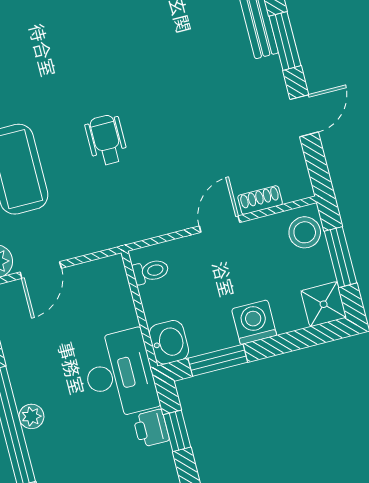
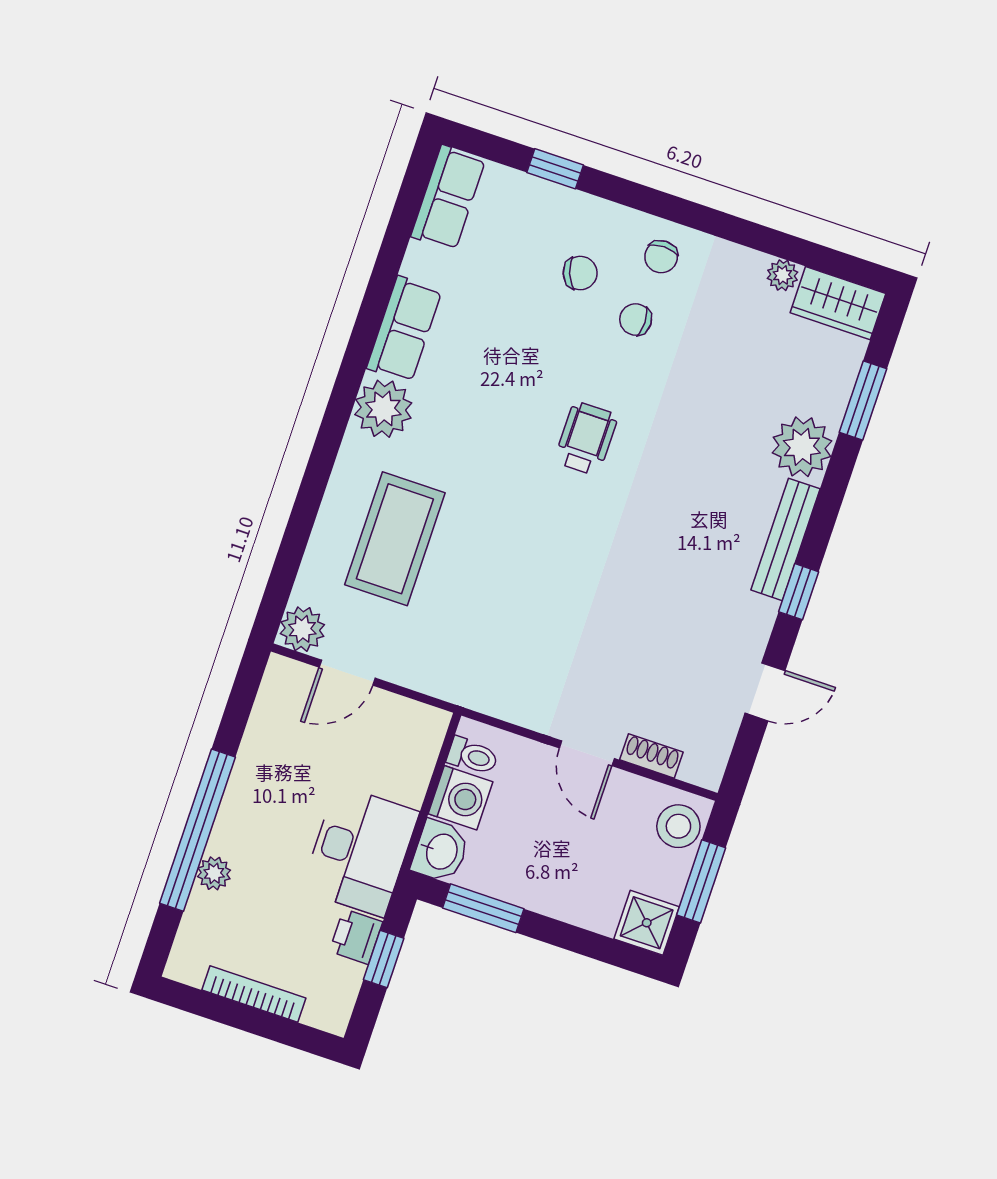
window: (285, 41) -> (799, 592), width x0.67
wheelchair: (106, 140) -> (586, 438), moved
door: (220, 224) -> (587, 753), swing flipped
washing machine: (254, 322) -> (460, 798), moved, turned 90
plant: (31, 416) -> (214, 873), moved

